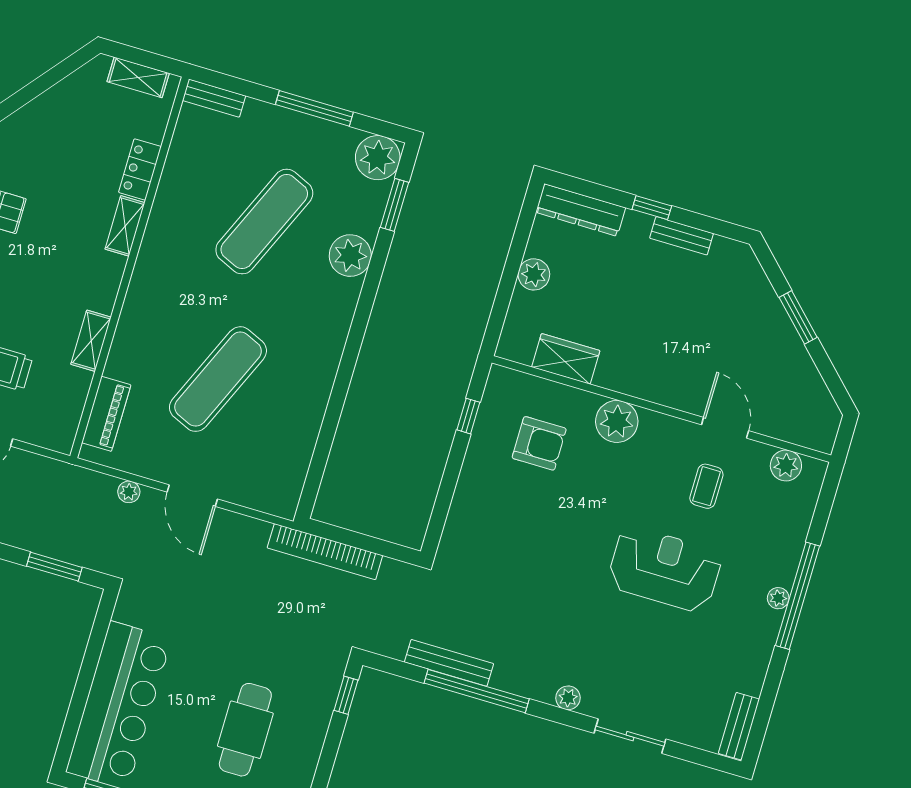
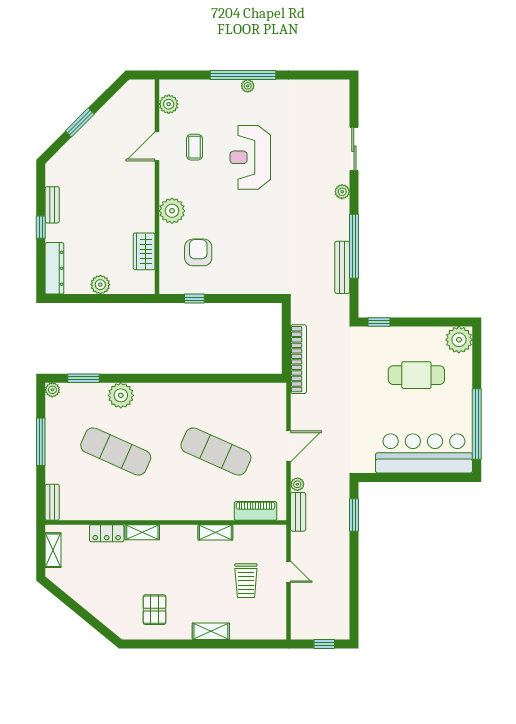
plant: (378, 158) -> (52, 390), width x0.53, depth x0.53
coffee table: (706, 486) -> (194, 147), turned 90
bench: (739, 726) -> (298, 512), moved, turned 90

